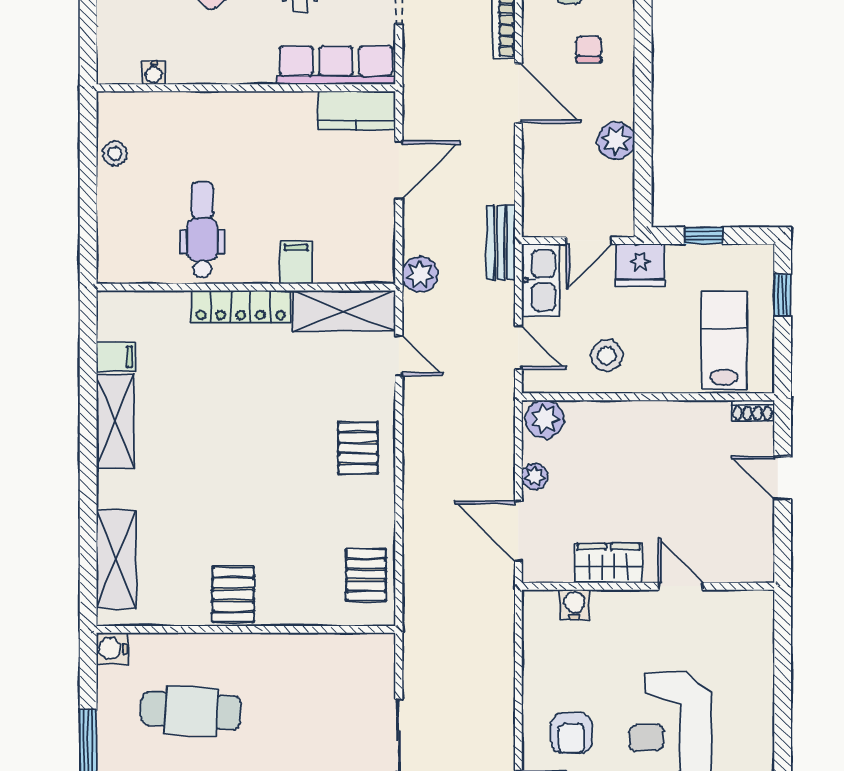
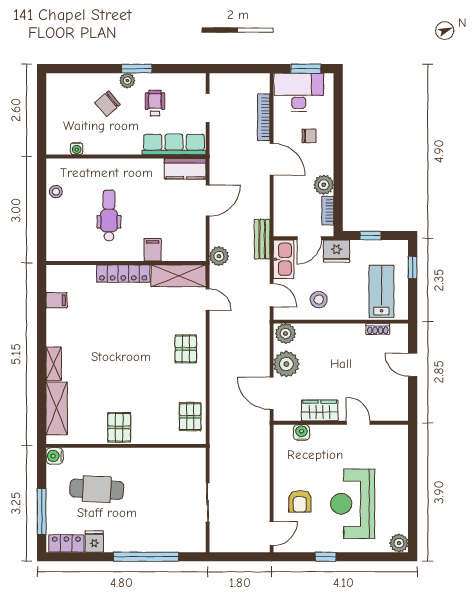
chair: (589, 49) -> (309, 136), turned 90
bookcase: (624, 189) -> (328, 211), added
dental chair: (202, 230) -> (109, 215), moved
shoe rack: (753, 411) -> (378, 329), moved
shelving: (115, 421) -> (54, 364), moved, width x0.67, depth x0.75
plant: (535, 476) -> (286, 364), width x1.88, depth x1.88

